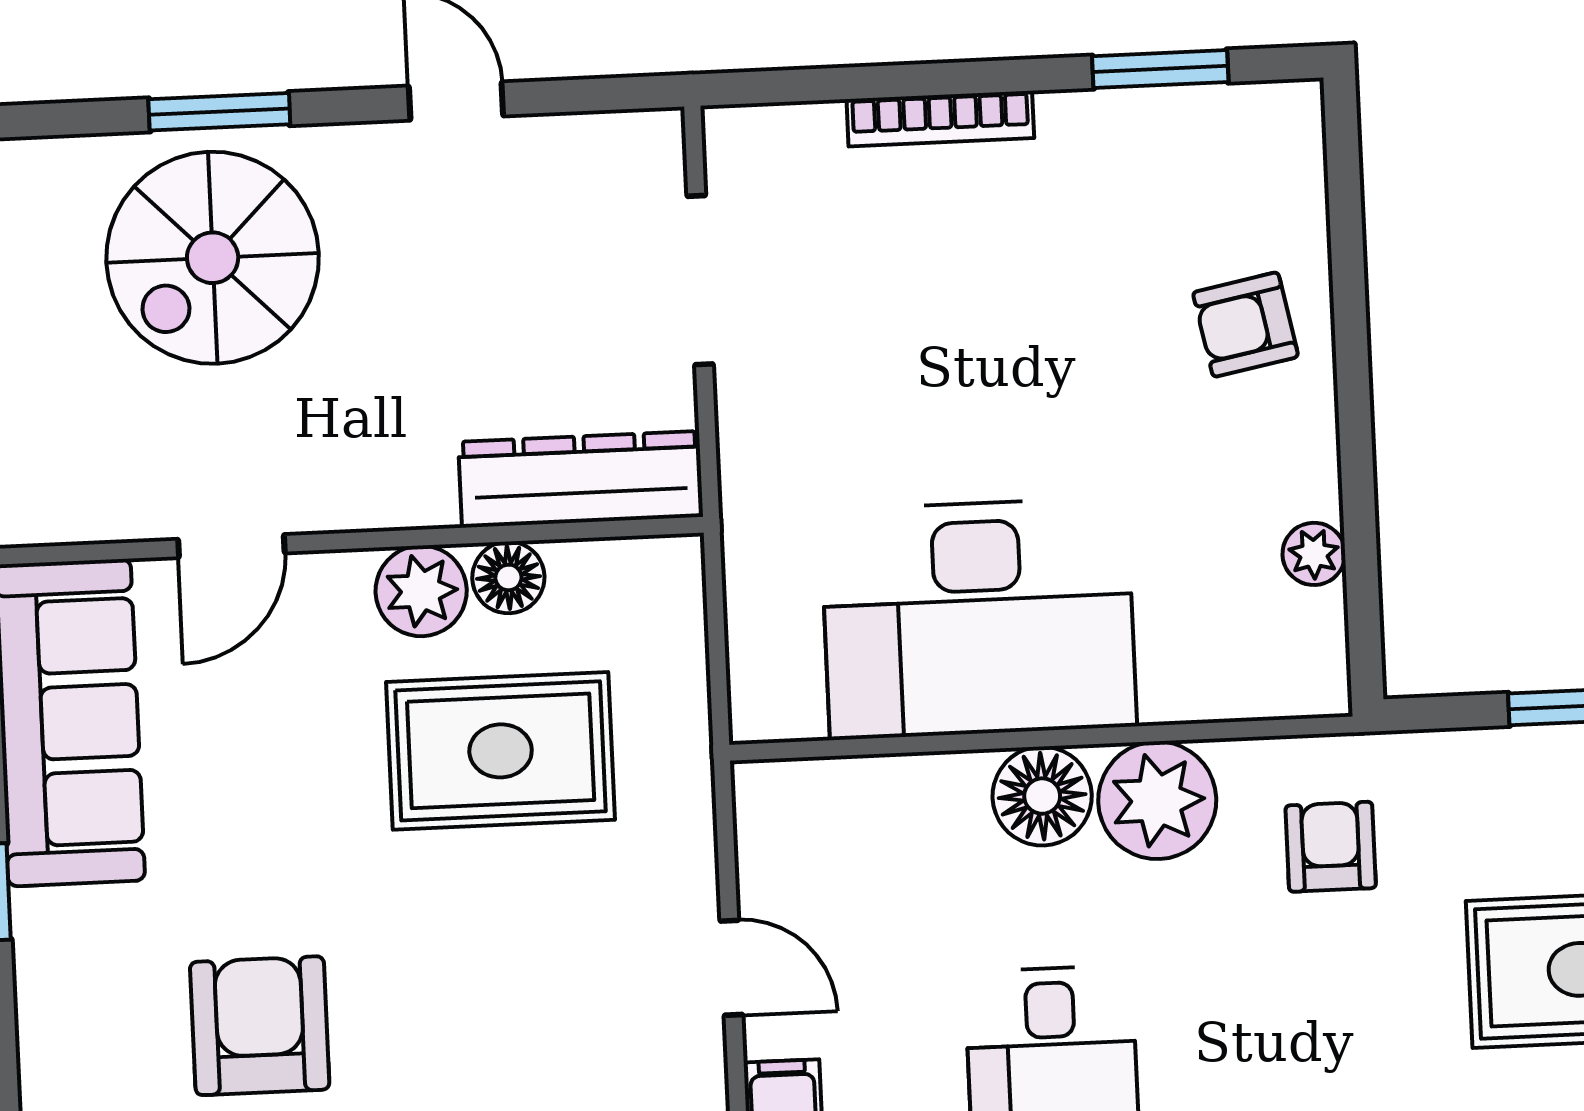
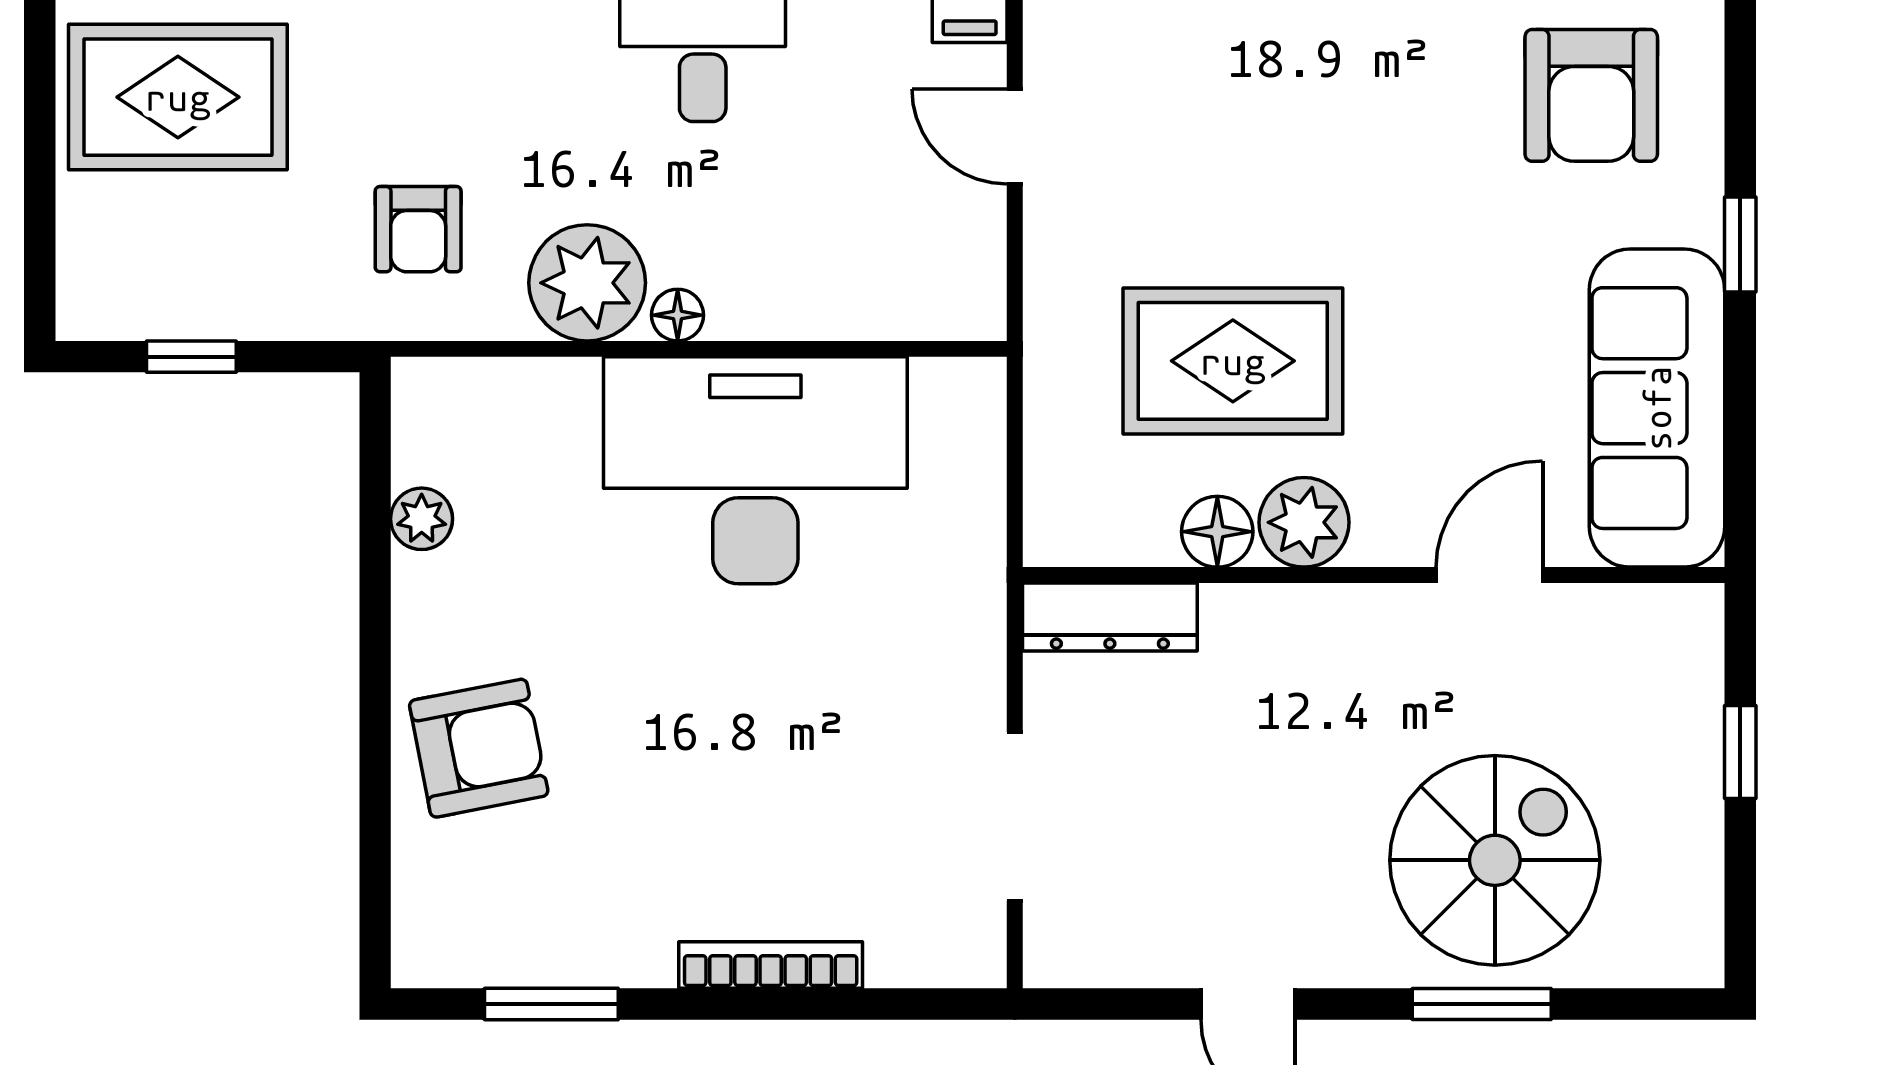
armchair: (1246, 325) -> (479, 748), width x1.38, depth x1.38
dresser: (581, 479) -> (1110, 617), width x0.73, depth x0.80
floor lamp: (1042, 796) -> (678, 315), width x0.53, depth x0.53
armchair: (260, 1026) -> (1591, 95), moved

